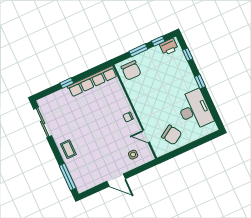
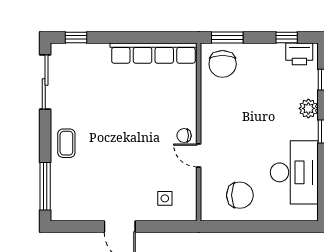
window: (138, 50) -> (227, 37), moved
plant: (187, 73) -> (308, 108), added
window: (67, 83) -> (76, 37), moved
chair: (172, 135) -> (240, 195), turned -58
door: (146, 136) -> (199, 155), moved

